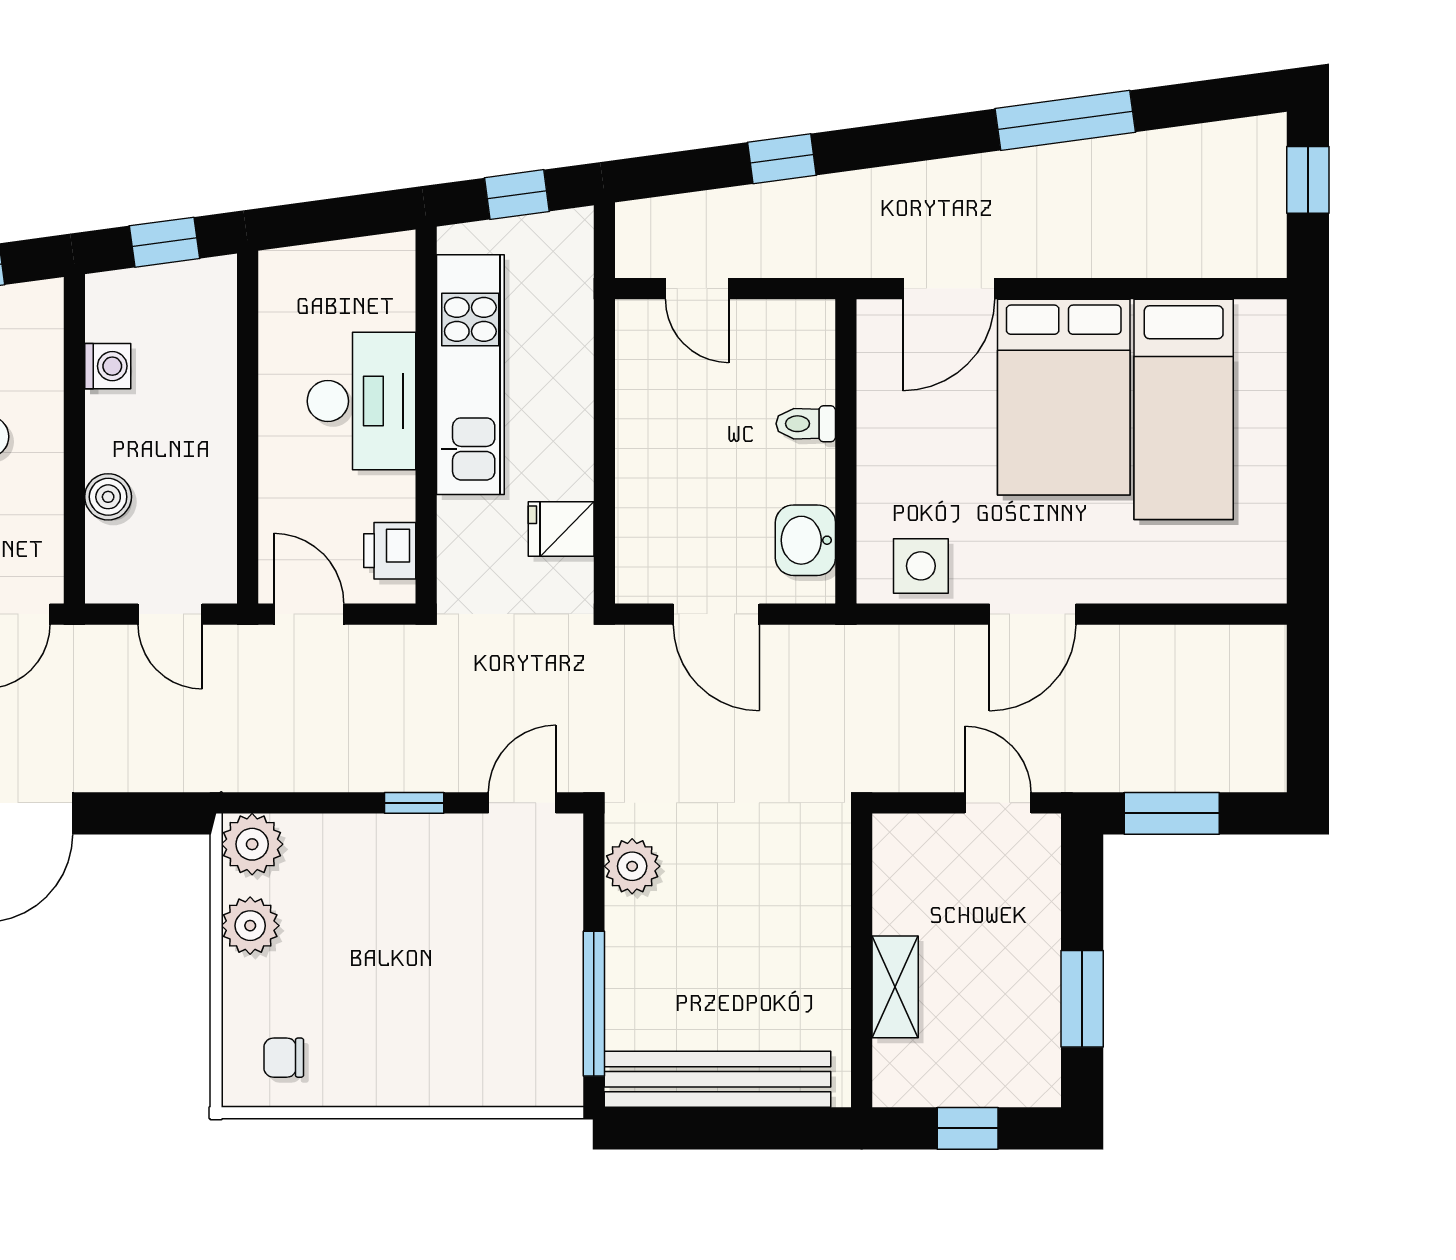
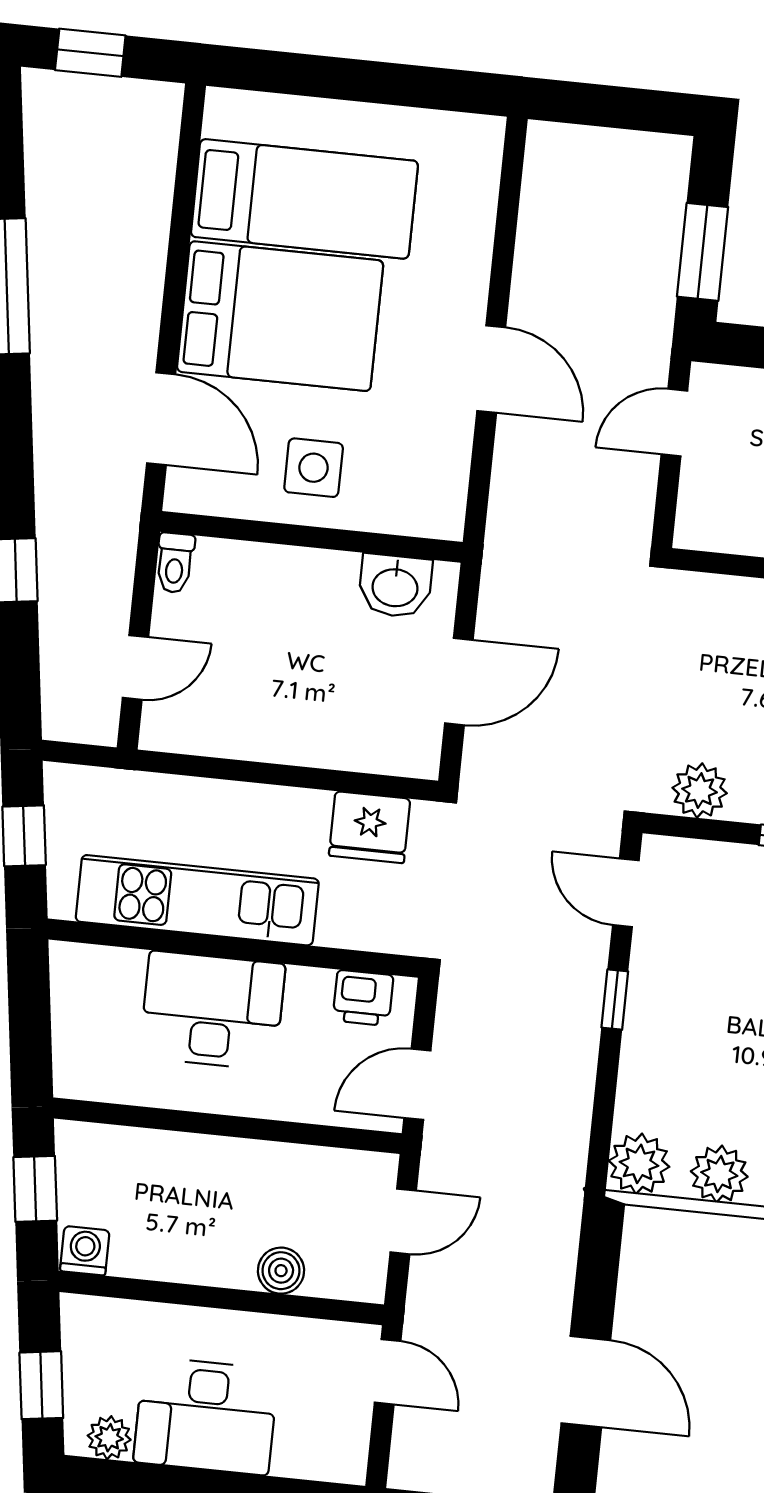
washing machine: (108, 366) -> (85, 1251), moved
toilet: (806, 424) -> (175, 563), moved
fridge: (561, 529) -> (370, 827), width x1.38
side table: (921, 566) -> (314, 468), moved

